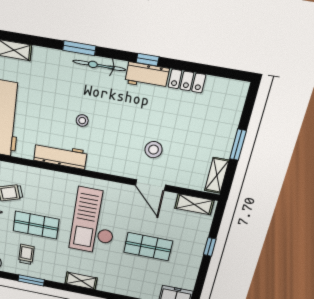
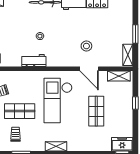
workbench: (60, 156) -> (34, 61), width x0.73
shop shelf: (148, 247) -> (96, 111), turned 90

